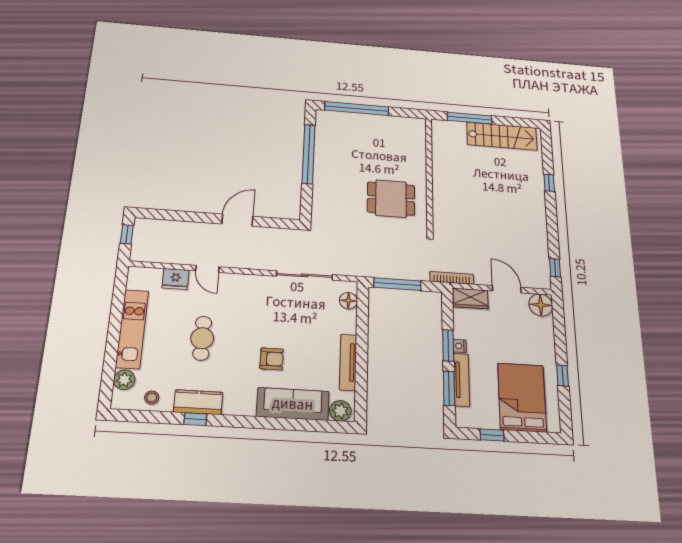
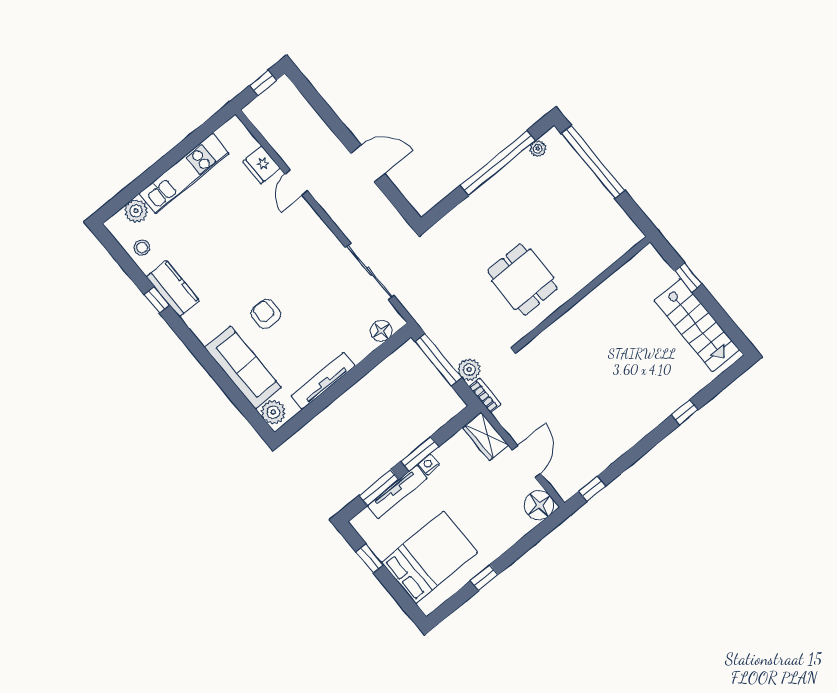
window: (470, 118) -> (688, 277), width x0.46
plant: (321, 128) -> (538, 149), added
plant: (420, 272) -> (469, 370), added
bookcase: (452, 278) -> (485, 395), width x0.64
cafe table: (202, 338) -> (230, 239), removed
armchair: (272, 359) -> (266, 314), turned 180

